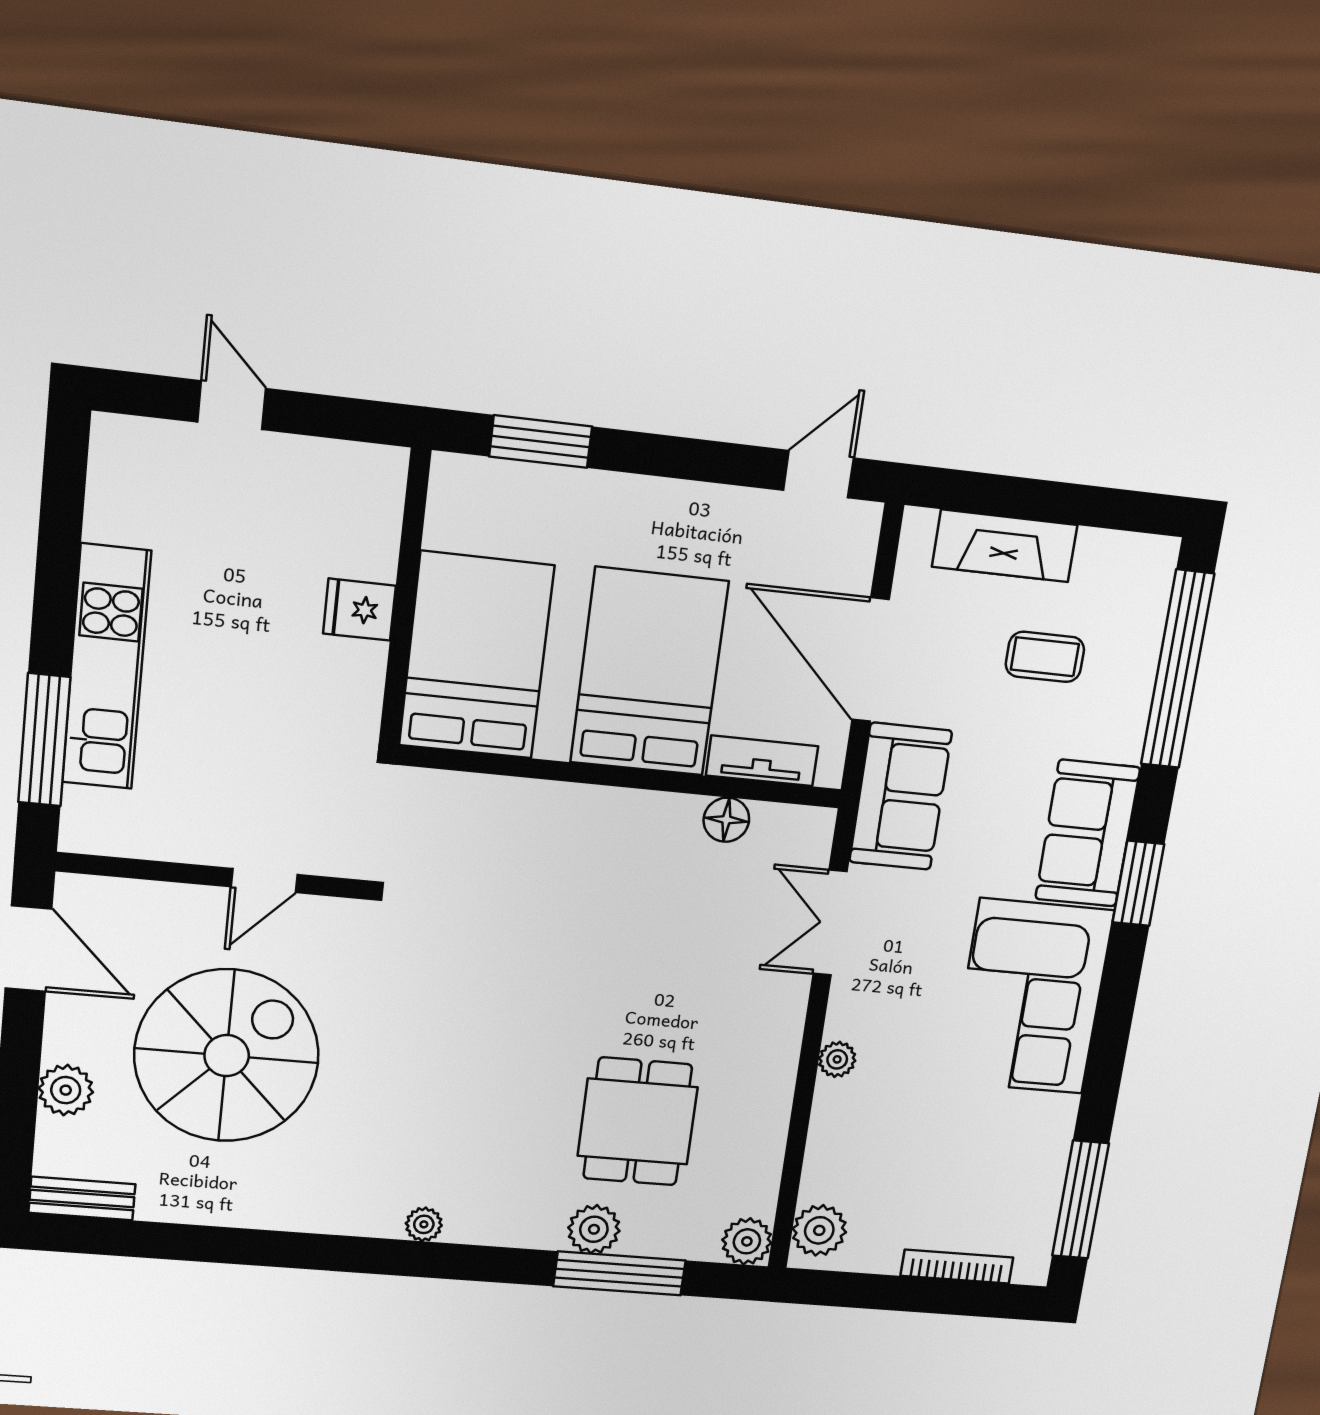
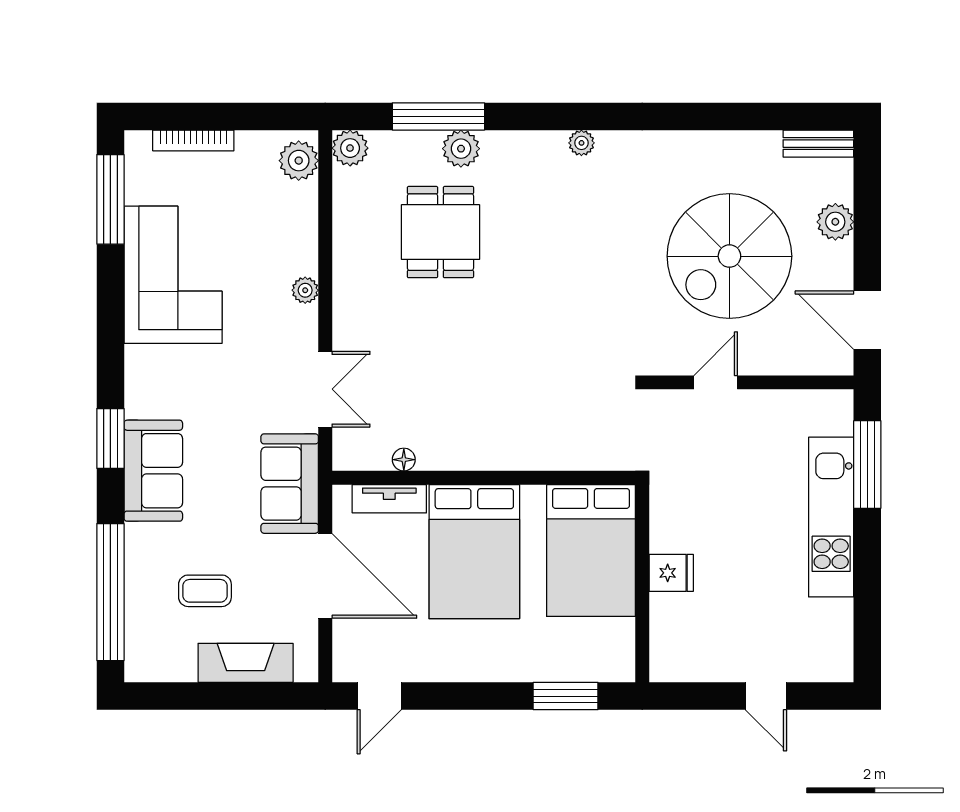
floor lamp: (726, 820) -> (404, 460), width x0.73, depth x0.73
corner sofa: (1031, 997) -> (173, 275), moved

